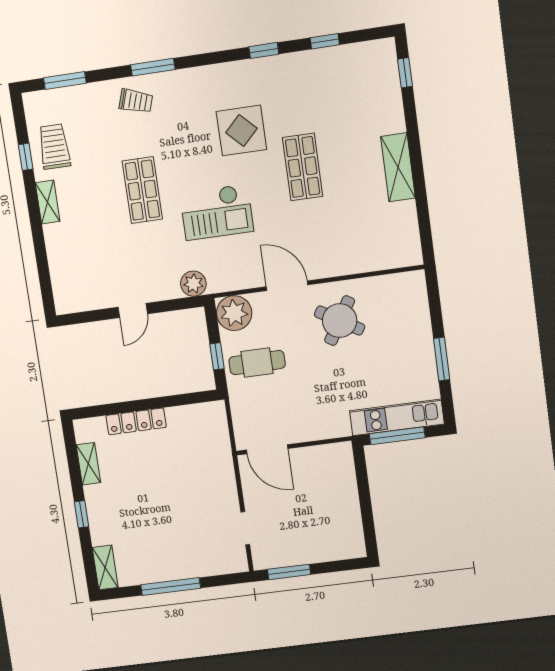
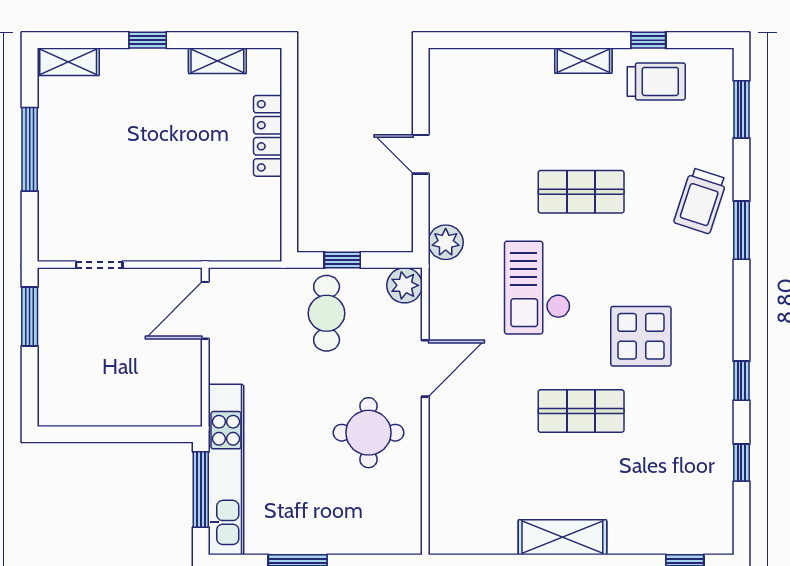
trolley: (136, 101) -> (700, 201), width x1.36, depth x1.39
plant: (234, 313) -> (405, 285), width x0.73, depth x0.73
round table: (340, 321) -> (369, 433), turned -31
kitchen unit: (397, 417) -> (226, 469), width x1.36

